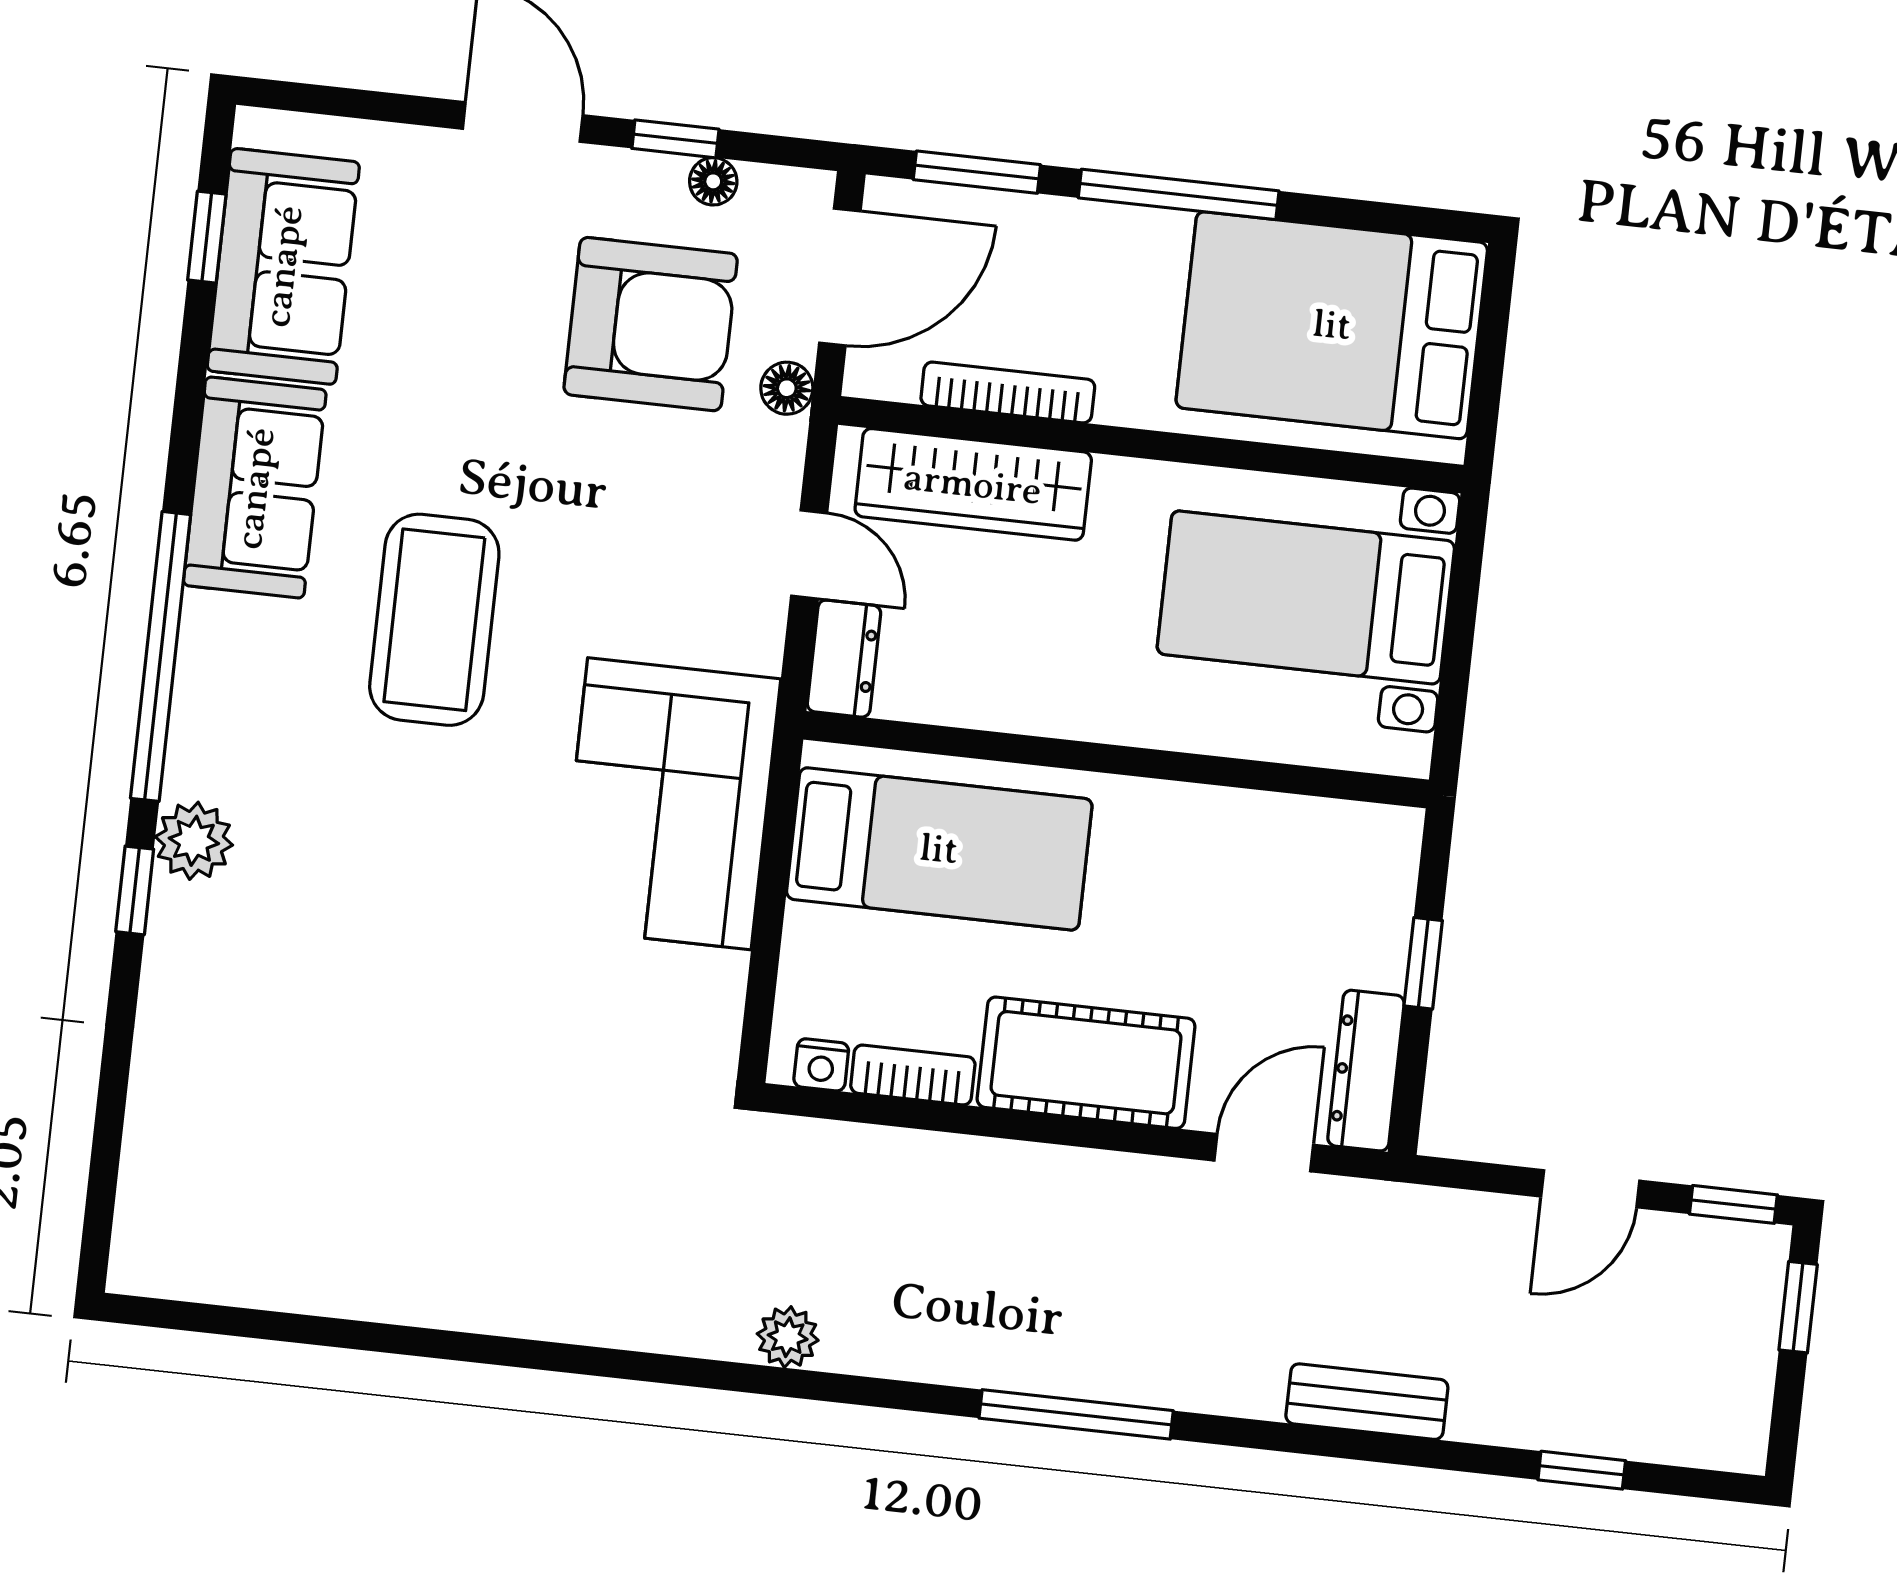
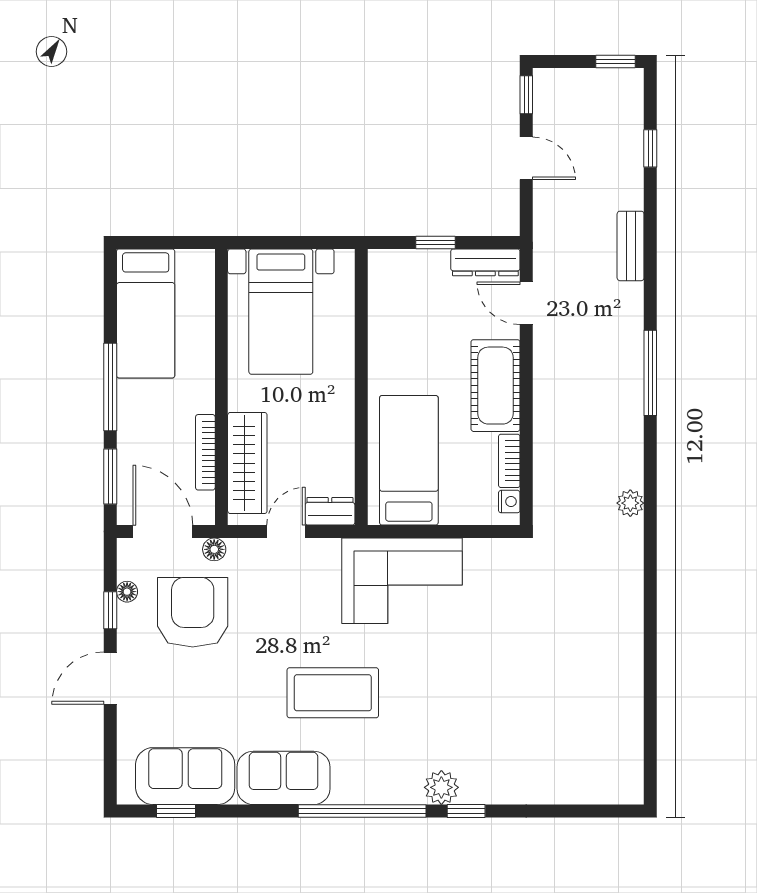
bed: (1332, 325) -> (146, 313), width x0.67
window: (1798, 1307) -> (616, 61), moved

